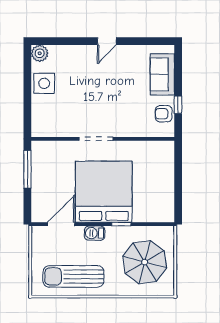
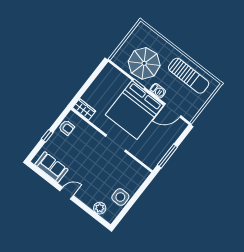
plant: (40, 53) -> (100, 208), moved
sofa: (162, 74) -> (51, 167), moved, turned -90
window: (178, 105) -> (47, 136), moved
wardrobe: (160, 149) -> (84, 109), added
parasol: (145, 262) -> (144, 63), moved

